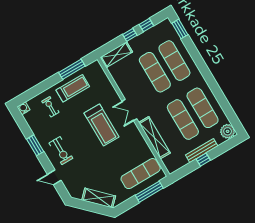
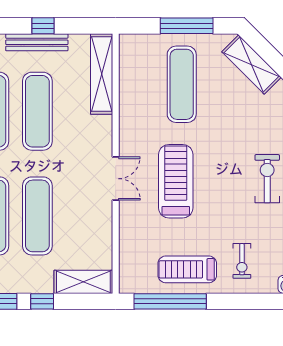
window: (72, 69) -> (170, 301), width x1.46
shelving: (154, 138) -> (102, 74), moved
exercise mat: (141, 174) -> (182, 84), moved, turned 90
window: (149, 192) -> (187, 26), moved

